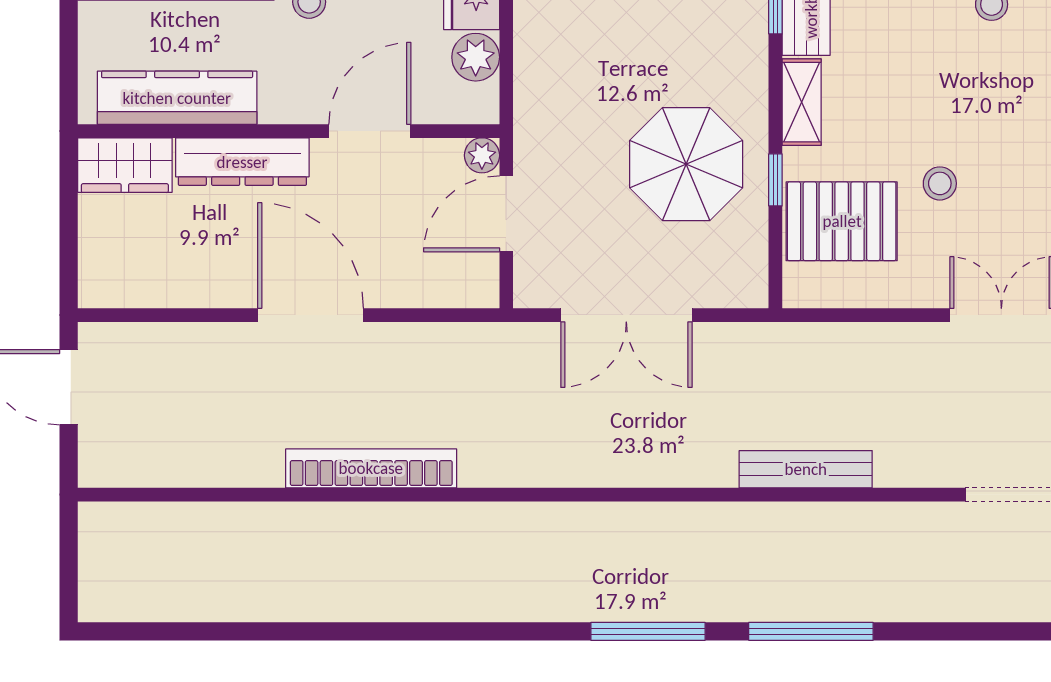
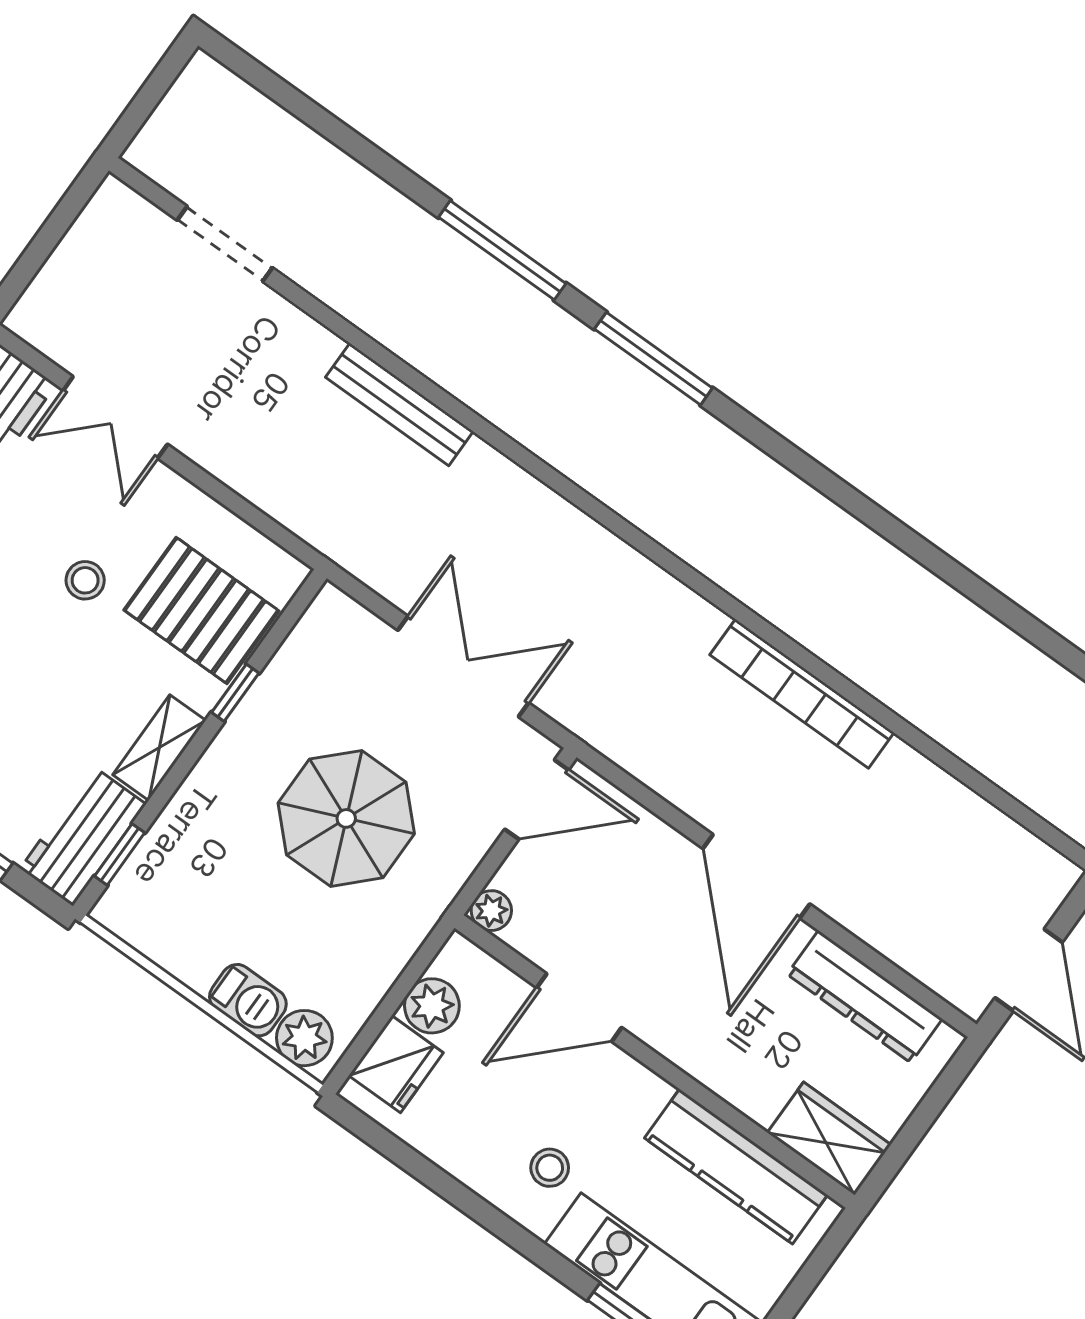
dresser: (242, 162) -> (865, 997), moved, turned 180
parasol: (686, 164) -> (346, 818), moved
door: (506, 214) -> (537, 800), moved

